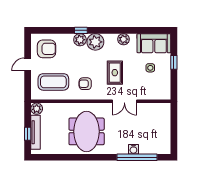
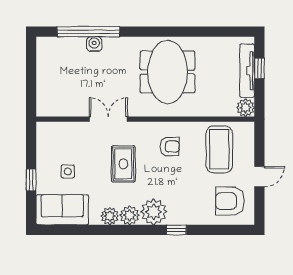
plant: (80, 40) -> (130, 215), moved
coffee table: (53, 82) -> (219, 149), turned 90

